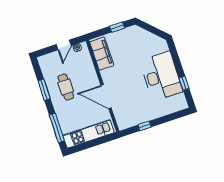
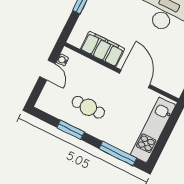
filing cabinet: (102, 54) -> (103, 49), moved
door: (106, 97) -> (135, 79), swing flipped

